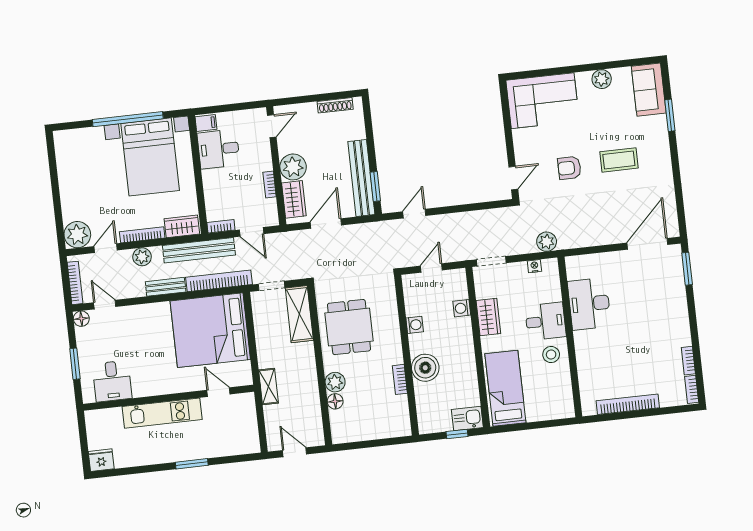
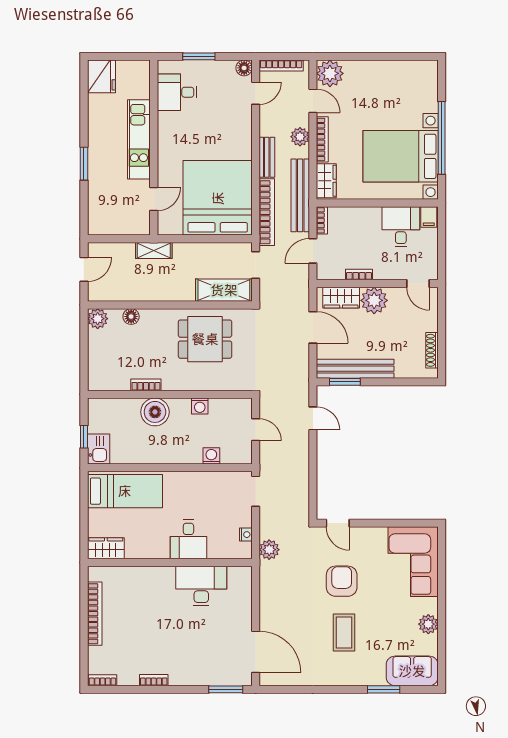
armchair: (569, 168) -> (342, 581), width x1.38, depth x1.38
wardrobe: (488, 317) -> (106, 548), moved, turned 180
stool: (551, 354) -> (154, 541), removed
bookcase: (688, 361) -> (154, 680), moved
plant: (335, 382) -> (98, 319), moved
fridge: (101, 460) -> (101, 76), width x1.36, depth x1.34

